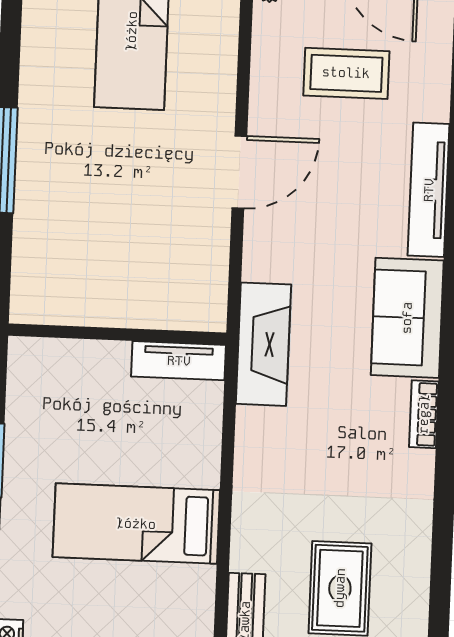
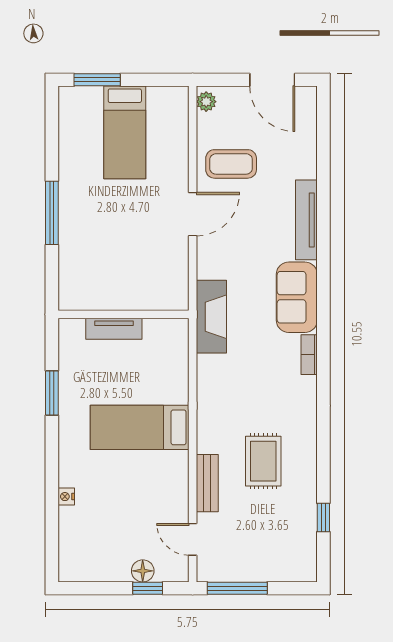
coffee table: (346, 73) -> (231, 164), moved
tv unit: (179, 361) -> (114, 329), moved

